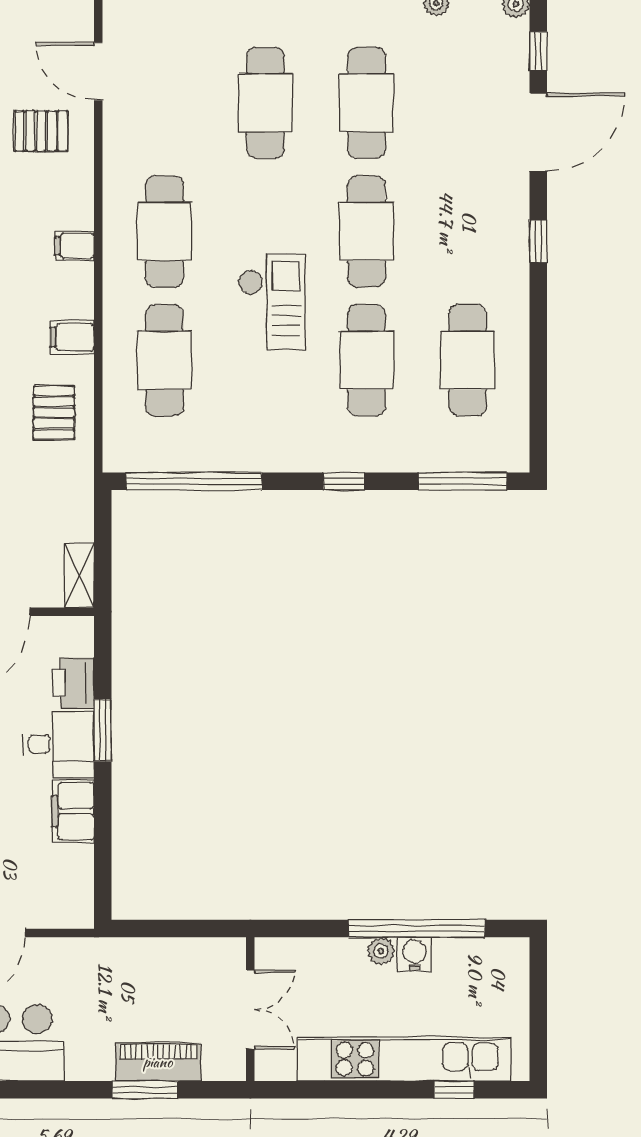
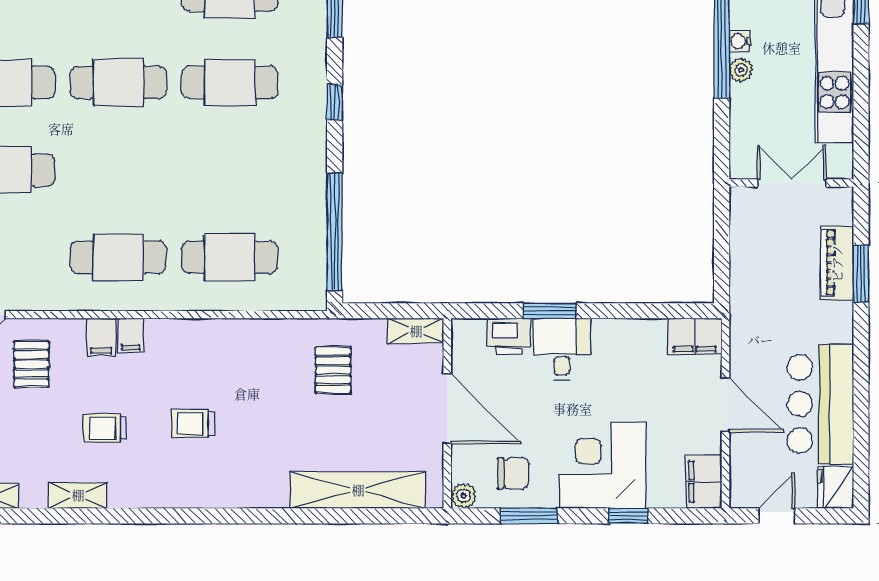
checkout: (272, 302) -> (179, 164), removed
filing cabinet: (72, 337) -> (101, 337), moved
pallet: (54, 413) -> (333, 370), moved, turned 90
filing cabinet: (73, 811) -> (695, 336), moved
water cooler: (414, 954) -> (740, 41), width x0.72, depth x0.72

